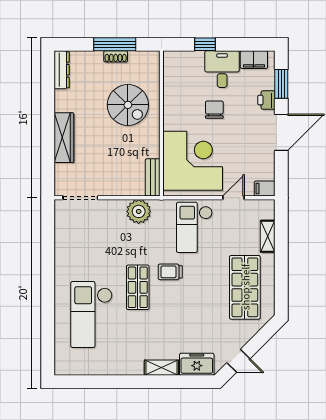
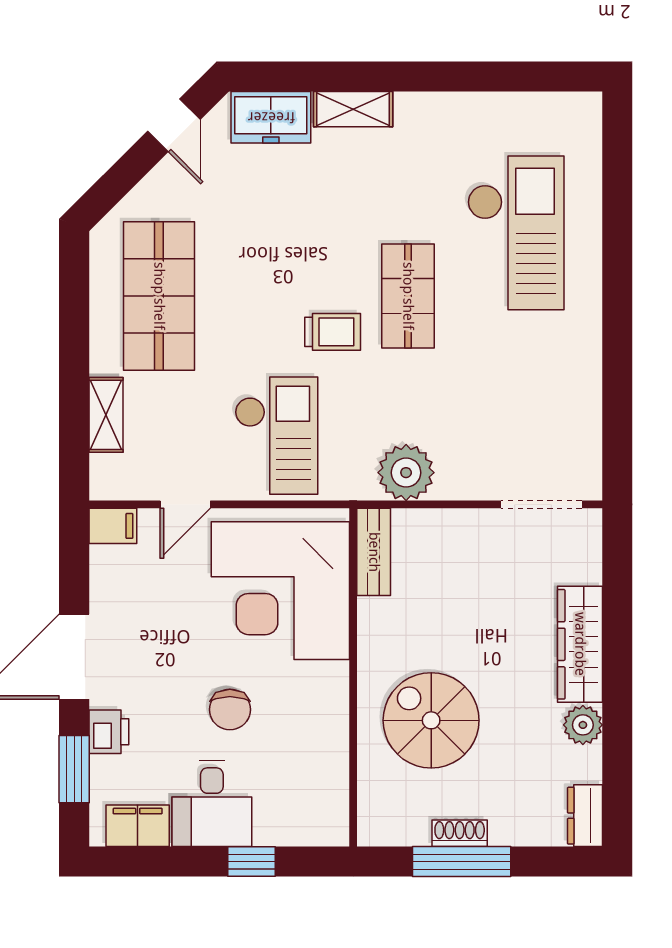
dresser: (62, 70) -> (585, 816), width x0.70
plant: (63, 103) -> (583, 725), added
door: (238, 361) -> (174, 125), swing flipped

